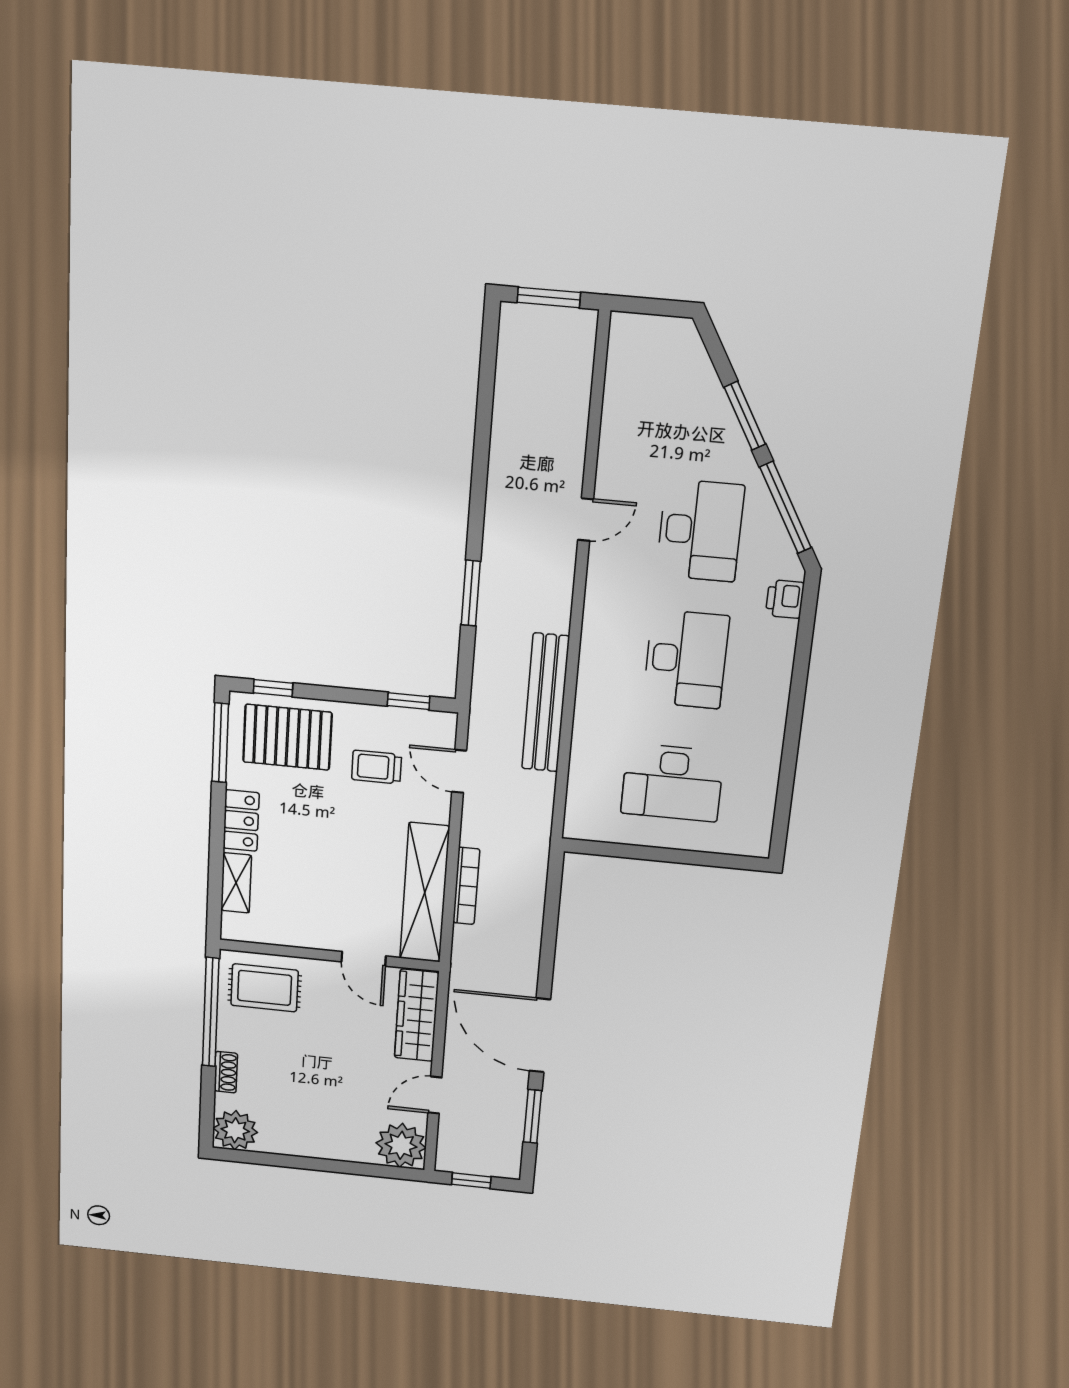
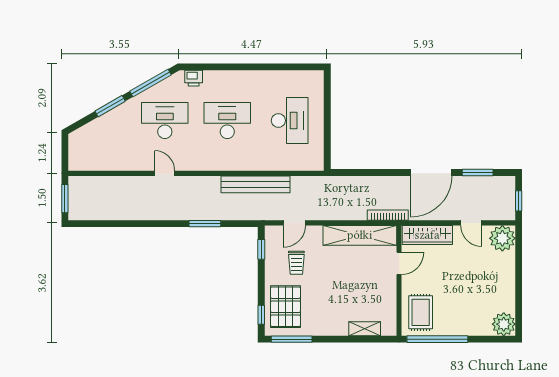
locker: (241, 821) -> (331, 328), removed
bookcase: (466, 886) -> (388, 215), moved
shoe rack: (226, 1072) -> (471, 330), removed

